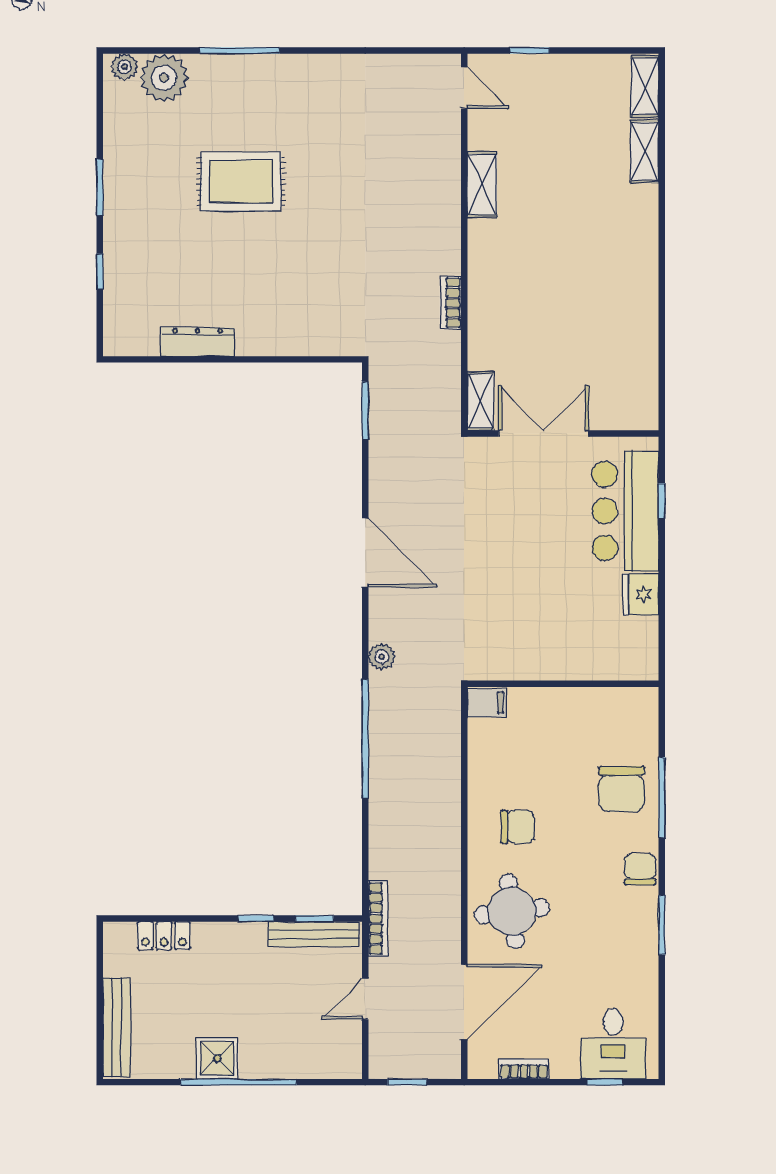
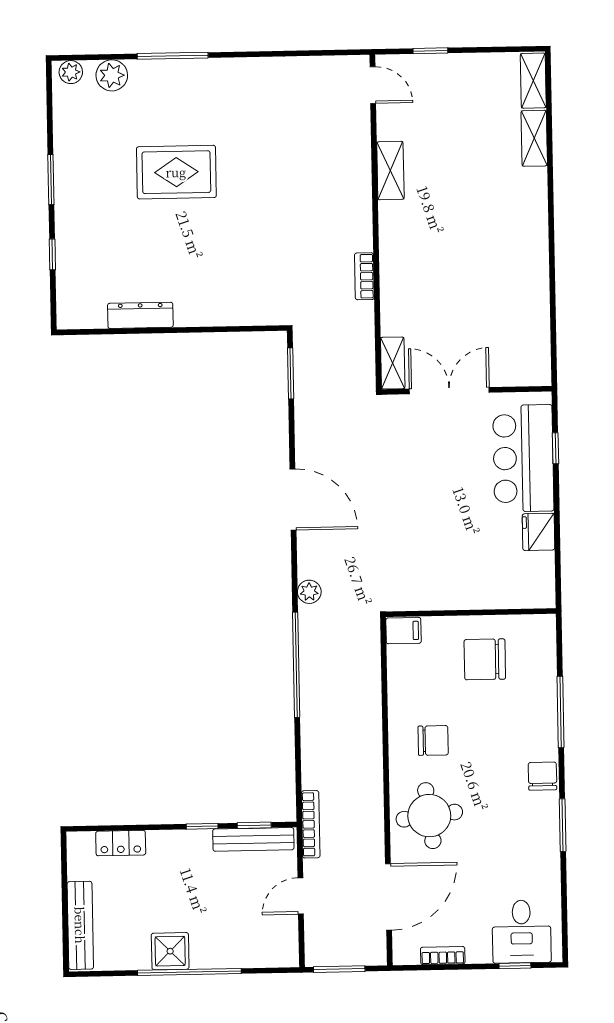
plant: (164, 78) -> (112, 75), width x0.73, depth x0.73
chair: (622, 789) -> (485, 659), moved, turned 90
window: (407, 1082) -> (339, 969), width x1.50

